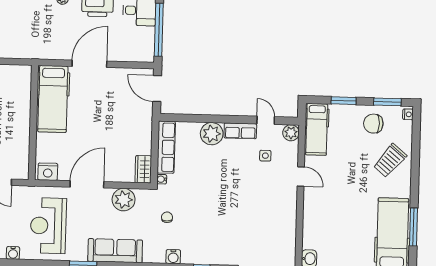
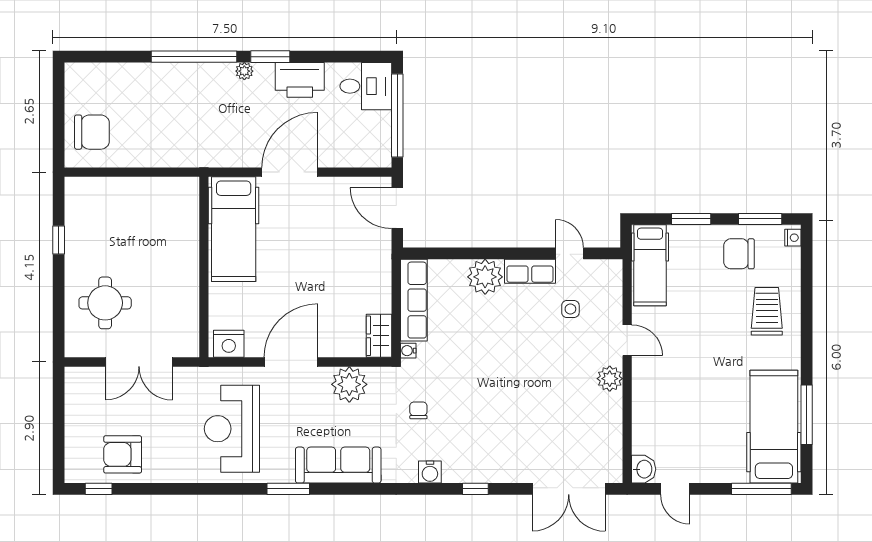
plant: (291, 133) -> (610, 379), moved
trolley: (390, 161) -> (767, 311), turned 140
water cooler: (13, 253) -> (178, 473), removed

